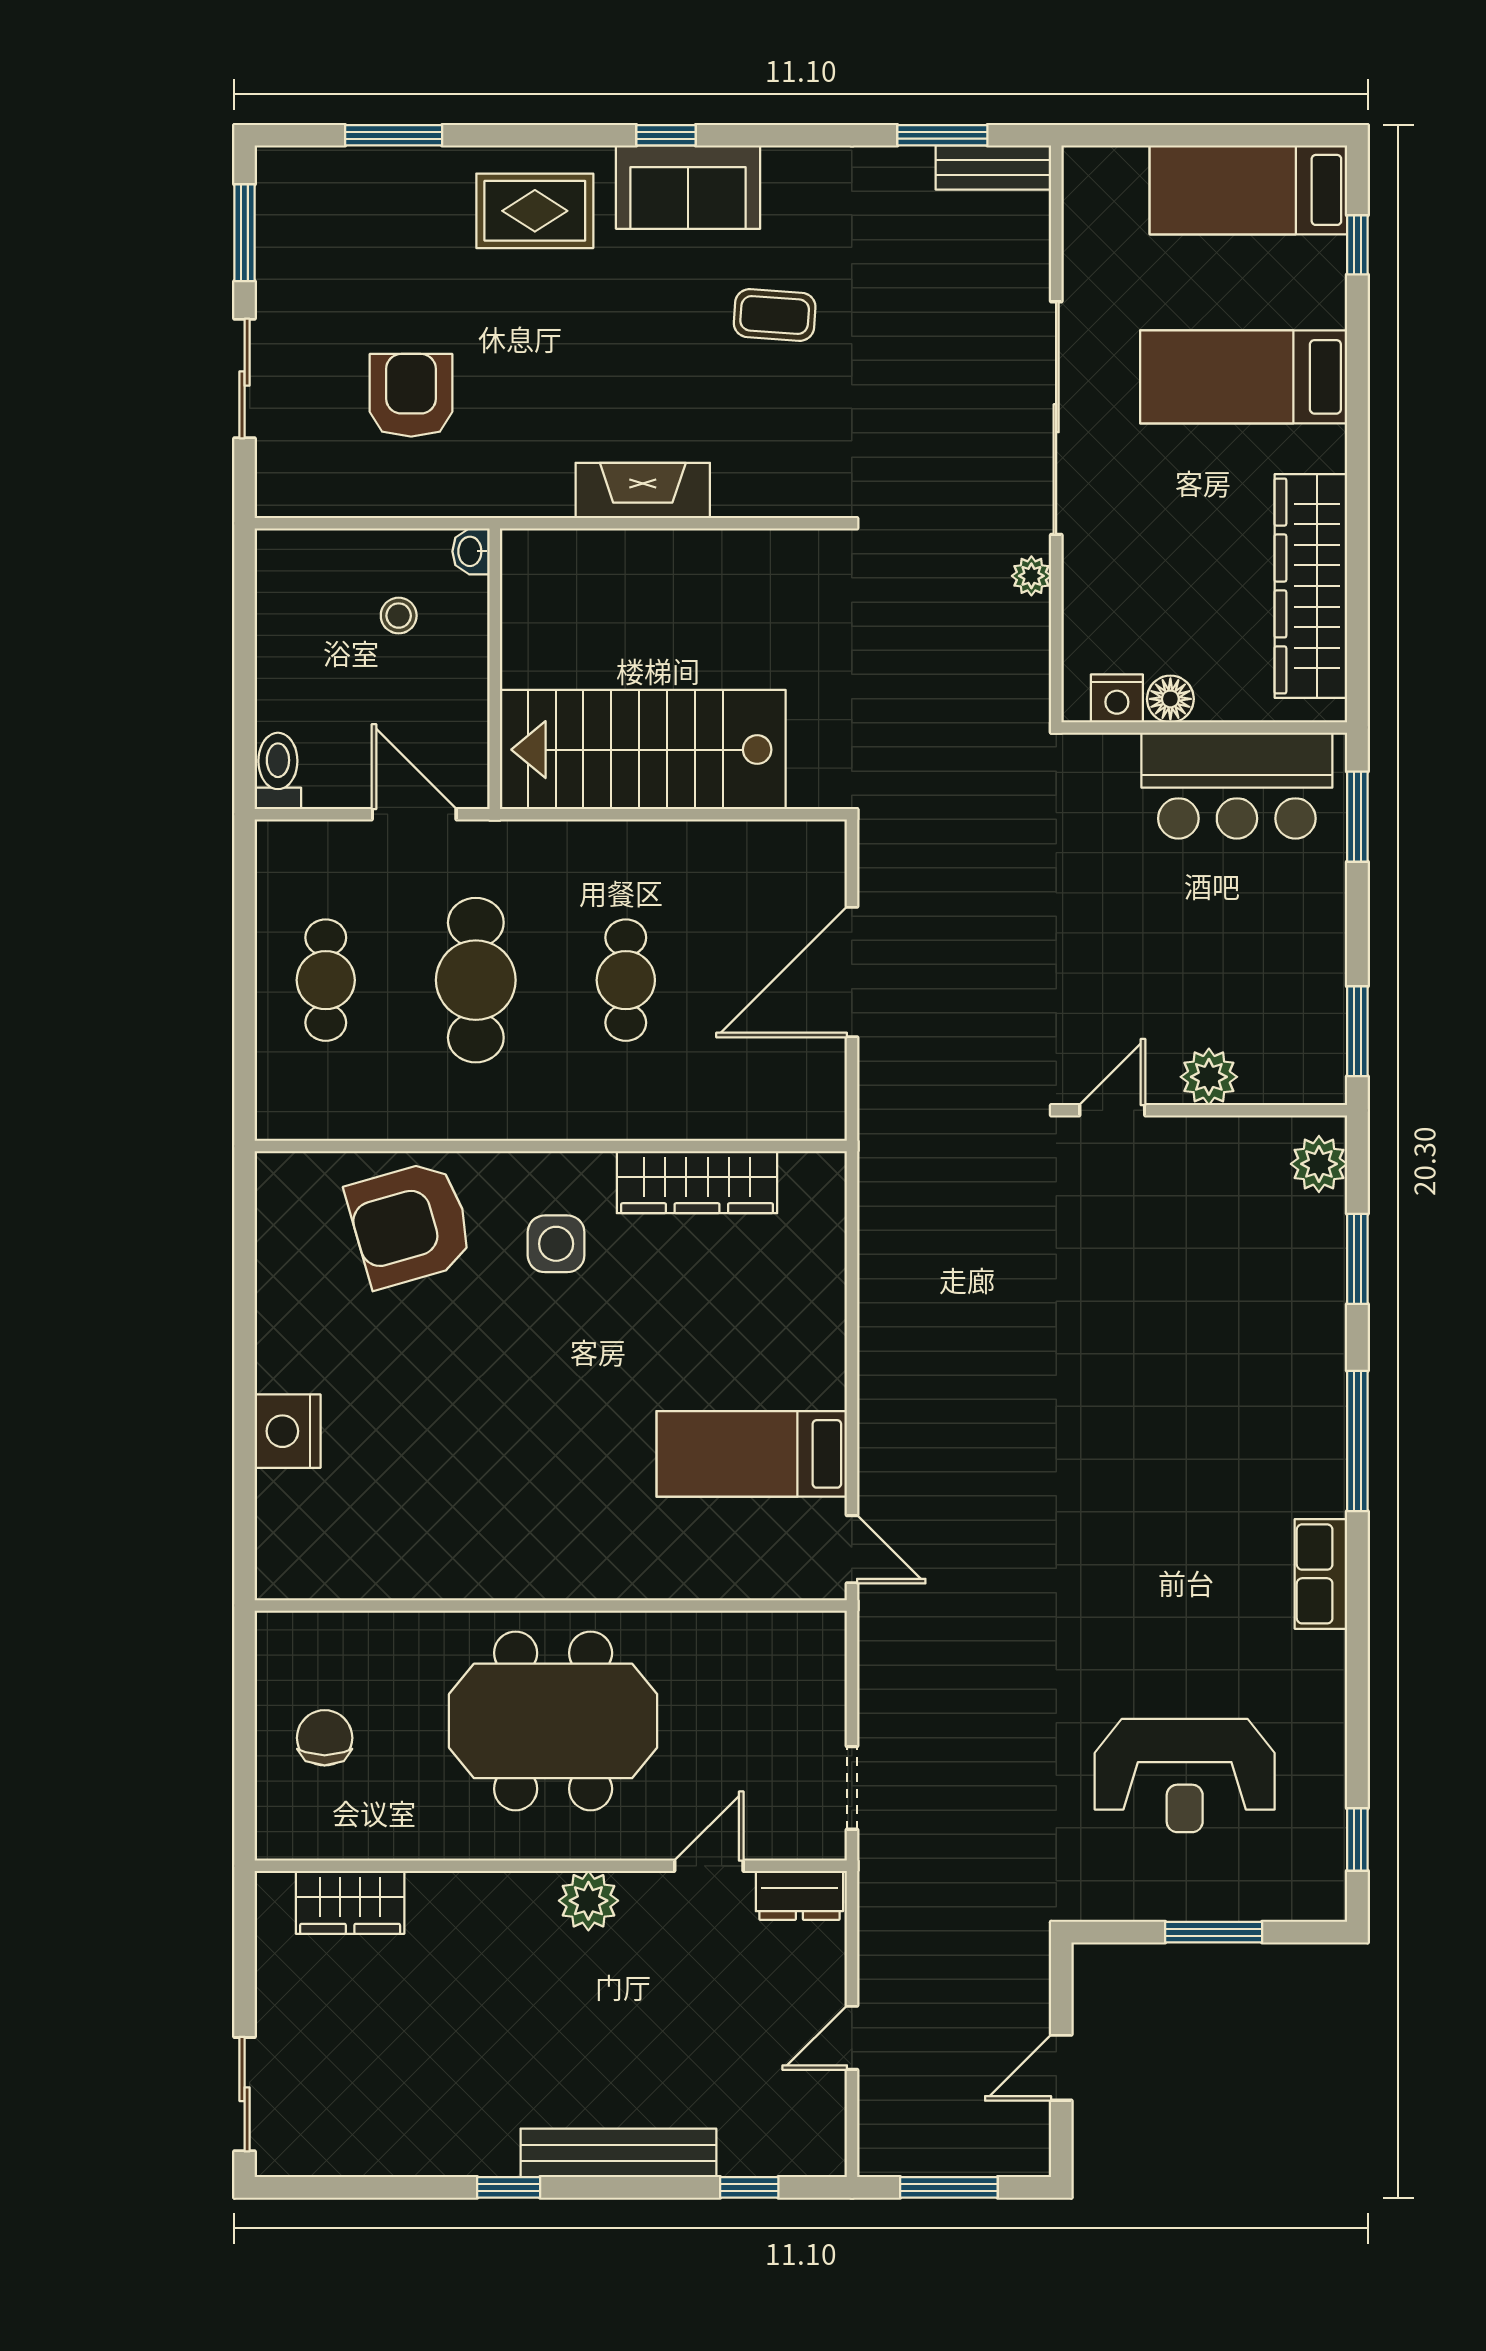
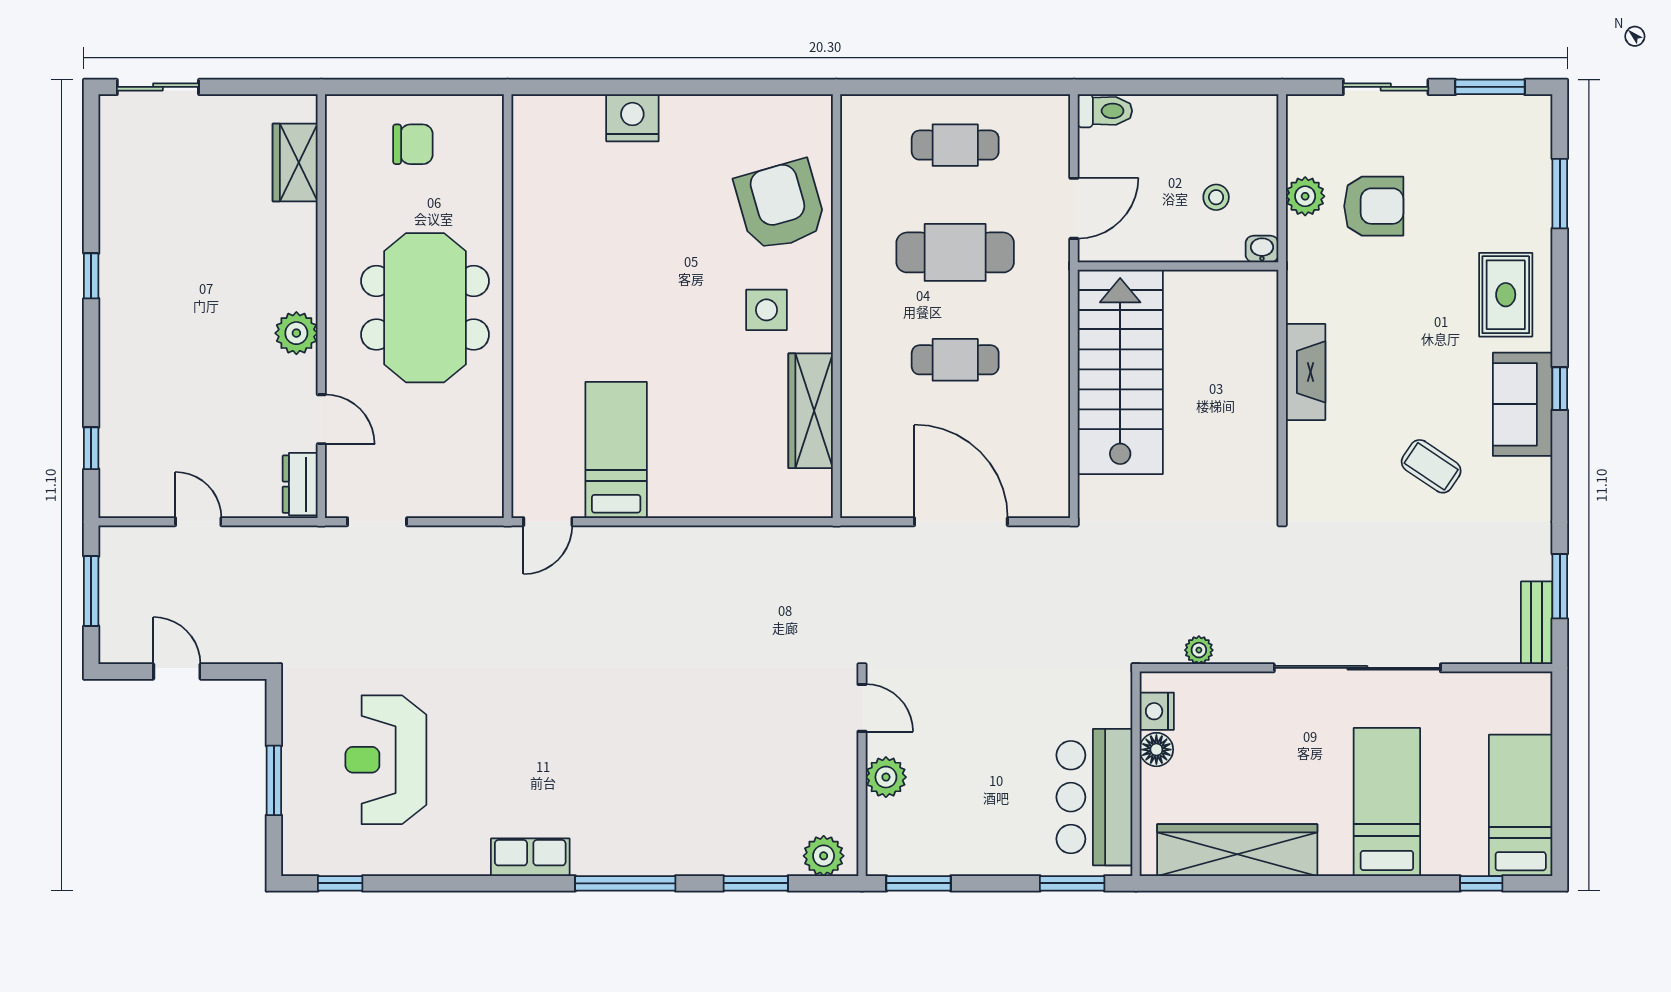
coffee table: (775, 315) -> (1431, 466), turned -60
plant: (397, 491) -> (1305, 196), added
plant: (1031, 576) -> (1199, 650), moved
bench: (618, 2153) -> (116, 355), removed

